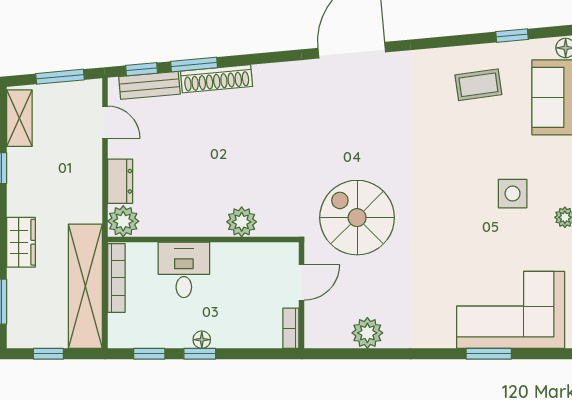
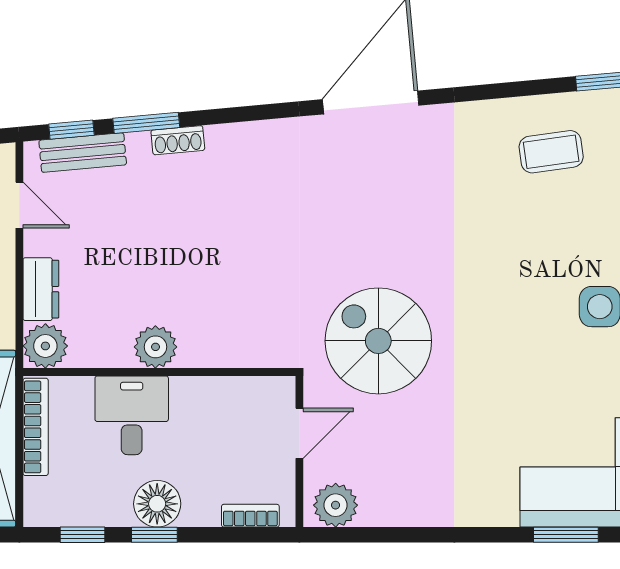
shoe rack: (216, 79) -> (178, 140), width x0.51, depth x0.81
plant: (242, 222) -> (155, 347), moved
bookcase: (291, 328) -> (250, 516), moved, turned 90
plant: (367, 333) -> (336, 505), moved
floor lamp: (202, 340) -> (157, 504), width x1.89, depth x1.89

